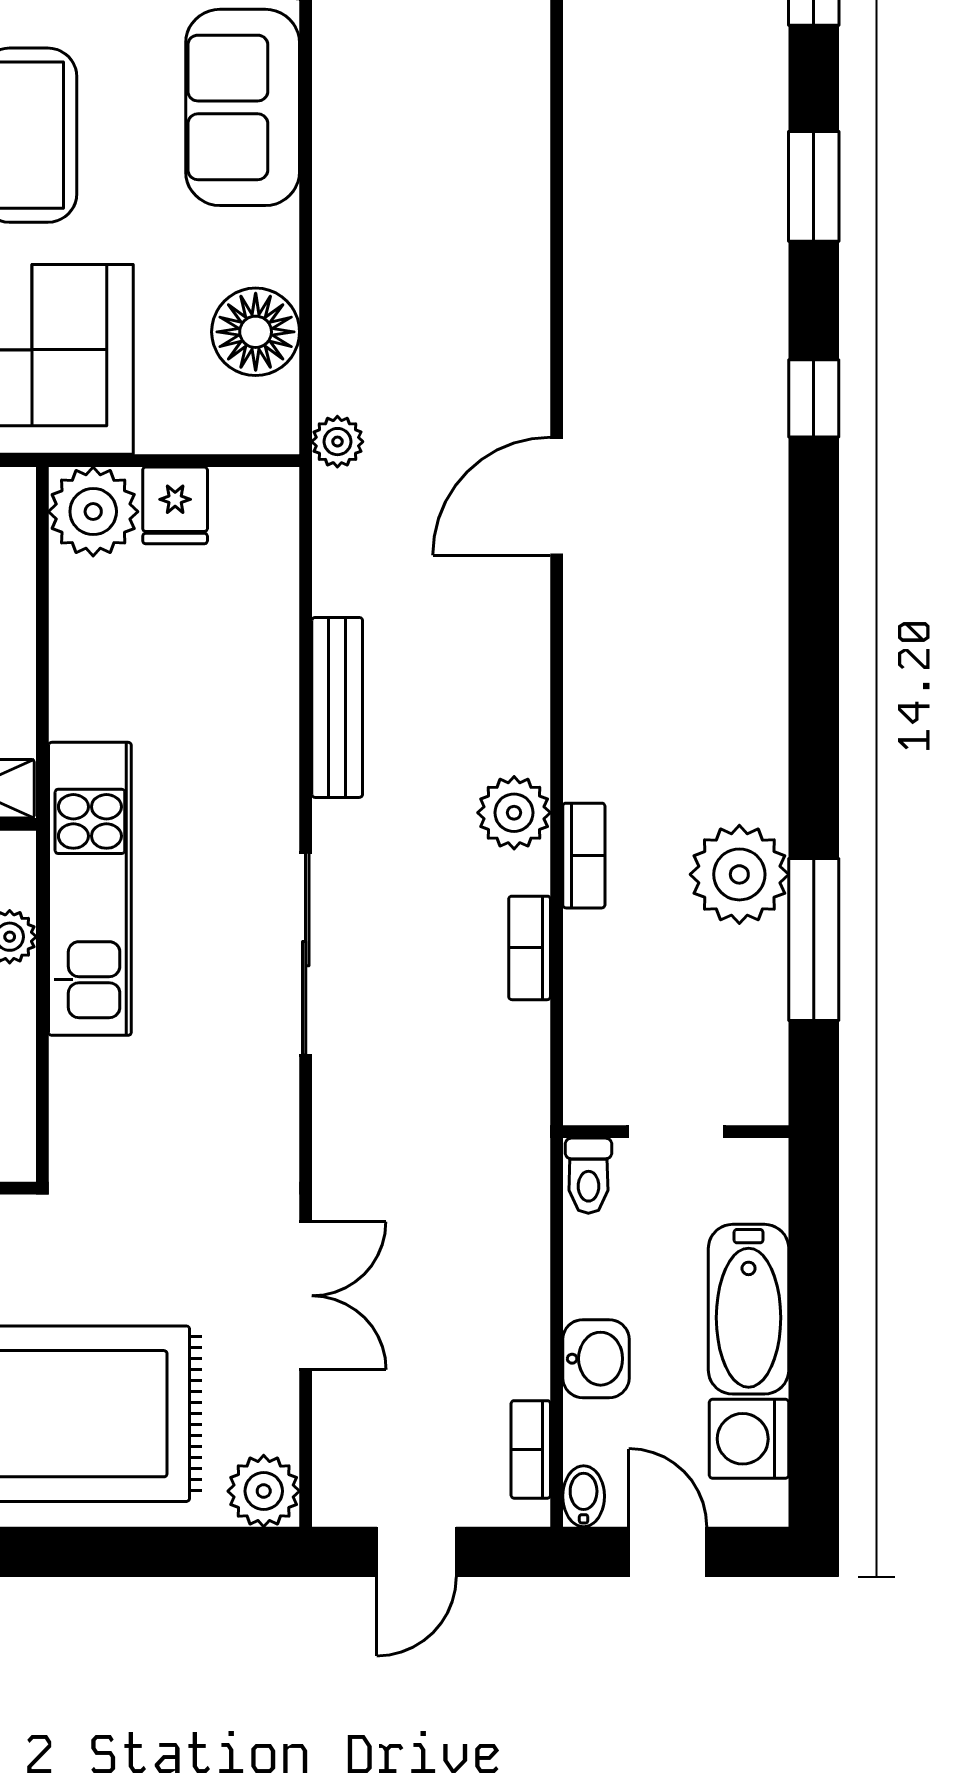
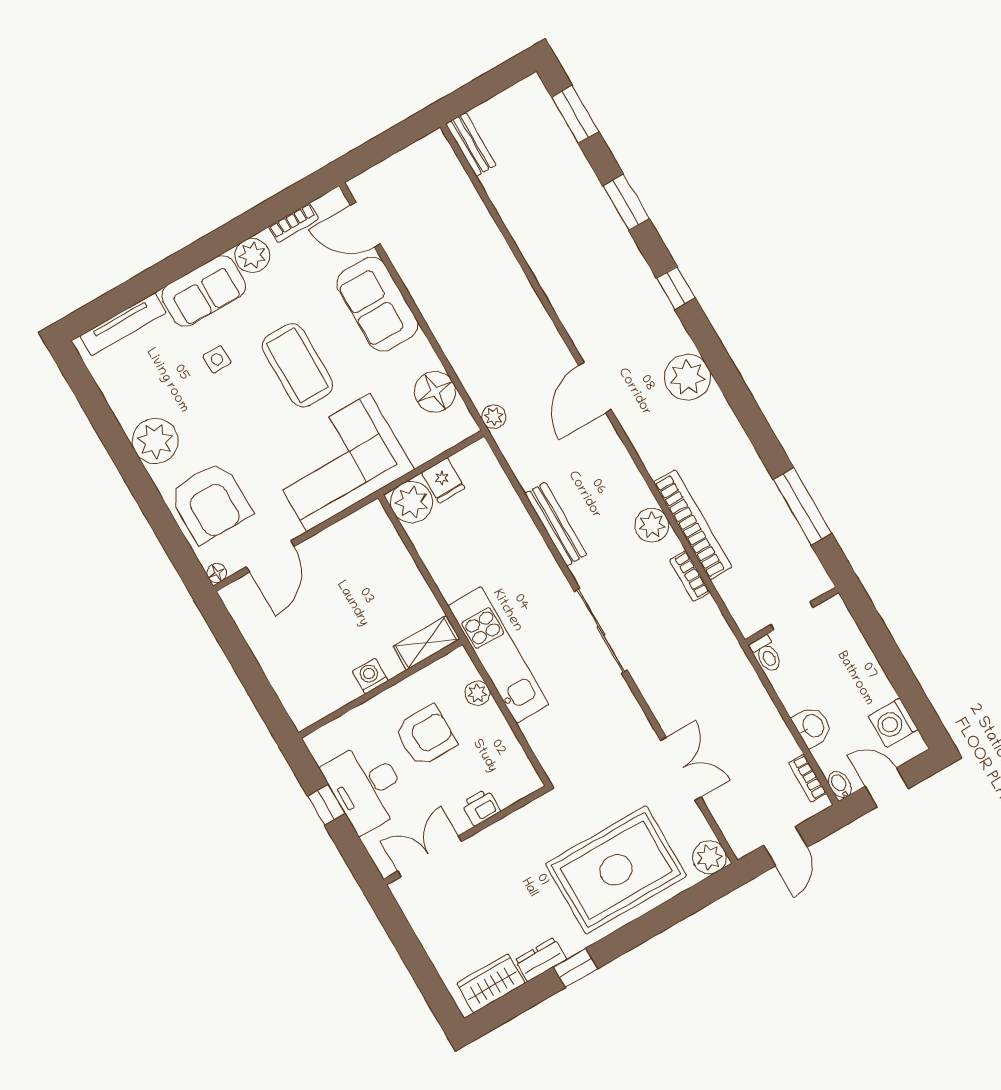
bookcase: (584, 856) -> (693, 525), width x2.31, depth x1.31
plant: (739, 874) -> (688, 377), moved
bathtub: (749, 1309) -> (863, 671), removed

